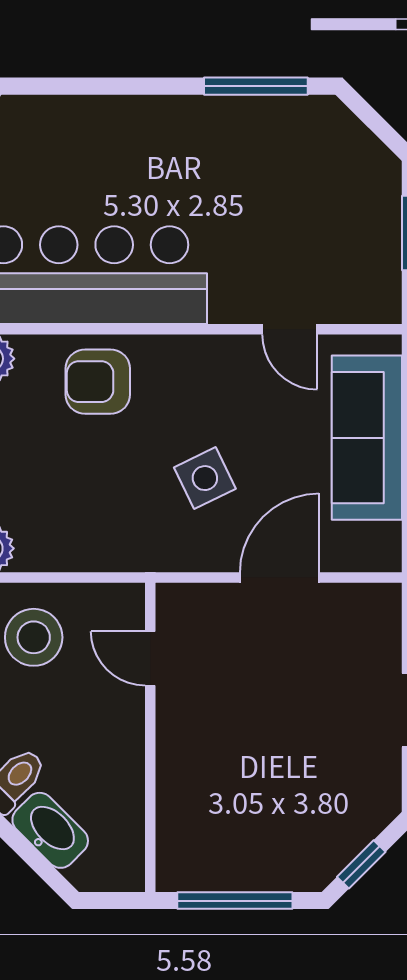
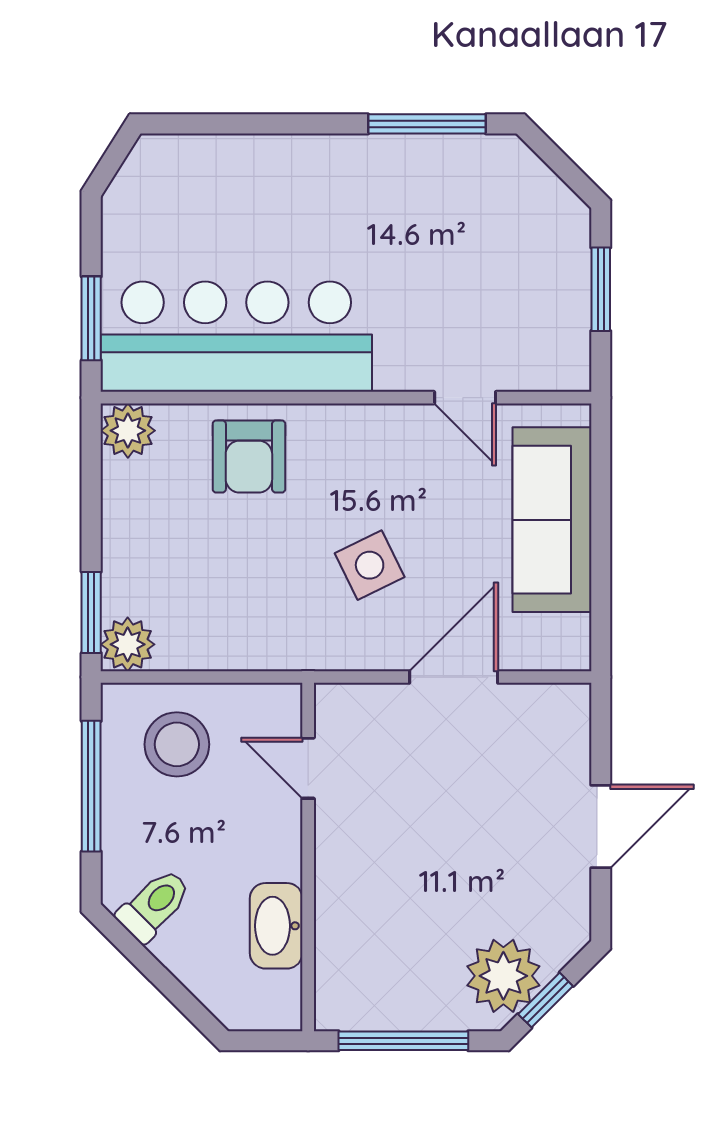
armchair: (98, 382) -> (249, 456), turned -90
washbasin: (50, 830) -> (276, 926), moved, turned -135
plant: (324, 843) -> (503, 976), added

